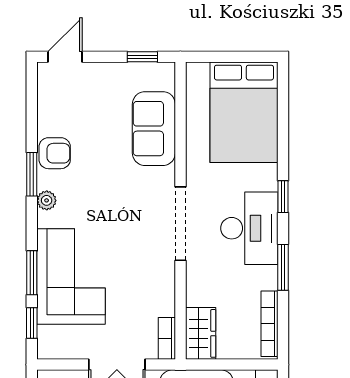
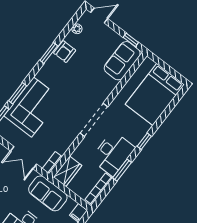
sofa: (154, 129) -> (122, 61), moved
armchair: (55, 153) -> (65, 52), turned 90
plant: (47, 200) -> (77, 29), moved
desk: (249, 228) -> (113, 153), moved

